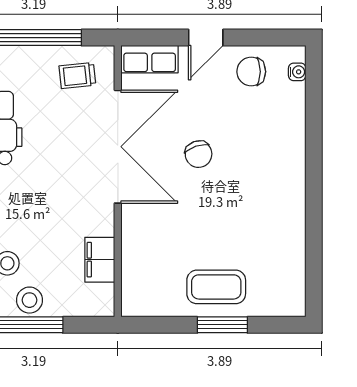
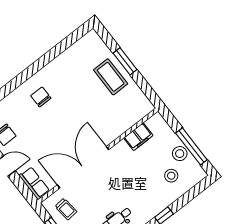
chair: (199, 154) -> (41, 97), moved, turned -71

